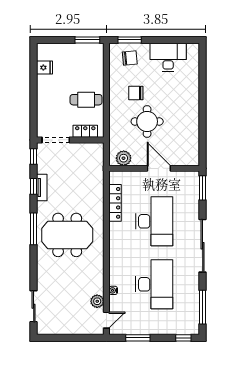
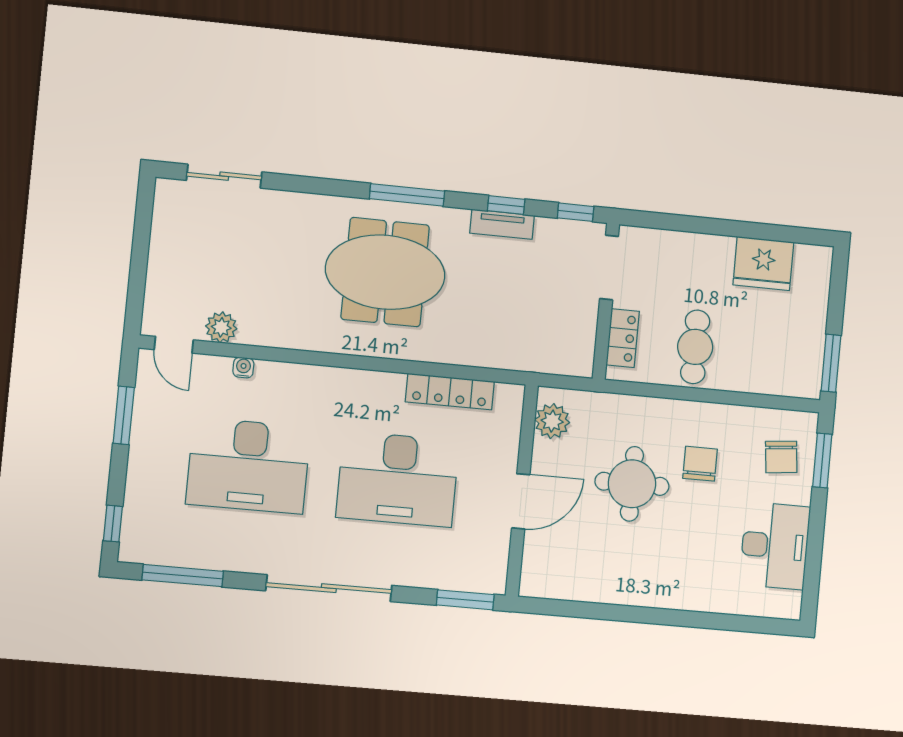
fridge: (45, 68) -> (763, 263), width x1.88, depth x1.34
meeting table: (67, 235) -> (385, 272), turned 90

